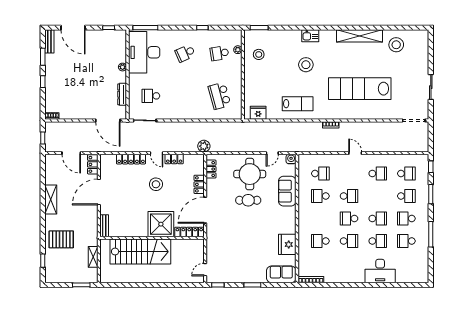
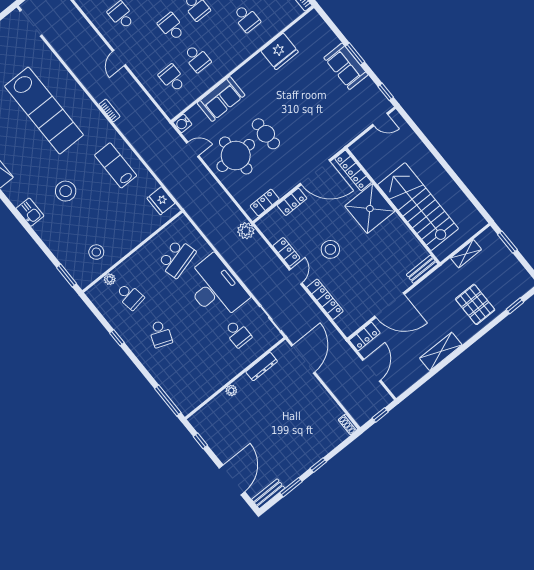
desk: (144, 52) -> (215, 288), moved, turned -90
school desk: (185, 53) -> (160, 334), turned 45
sofa: (281, 274) -> (346, 66), moved

